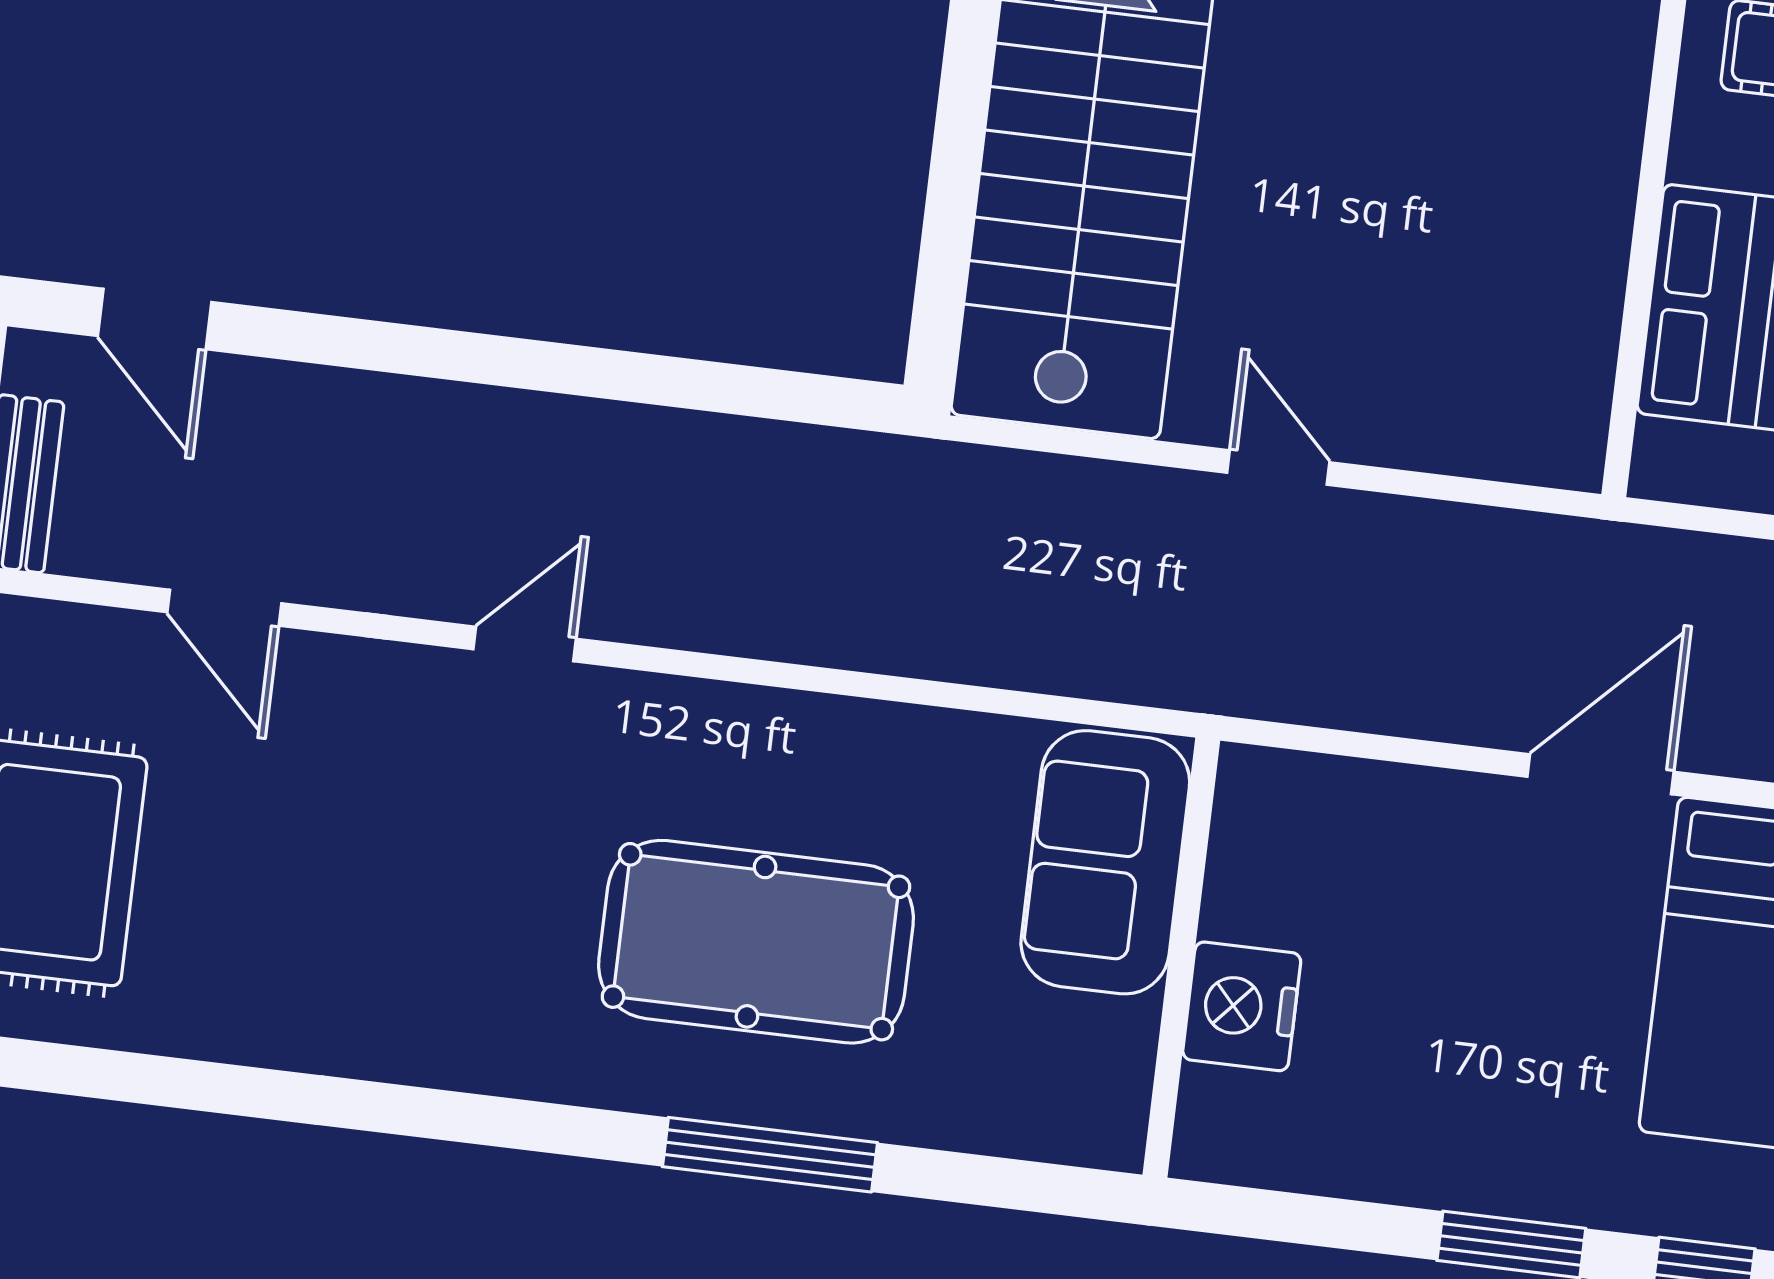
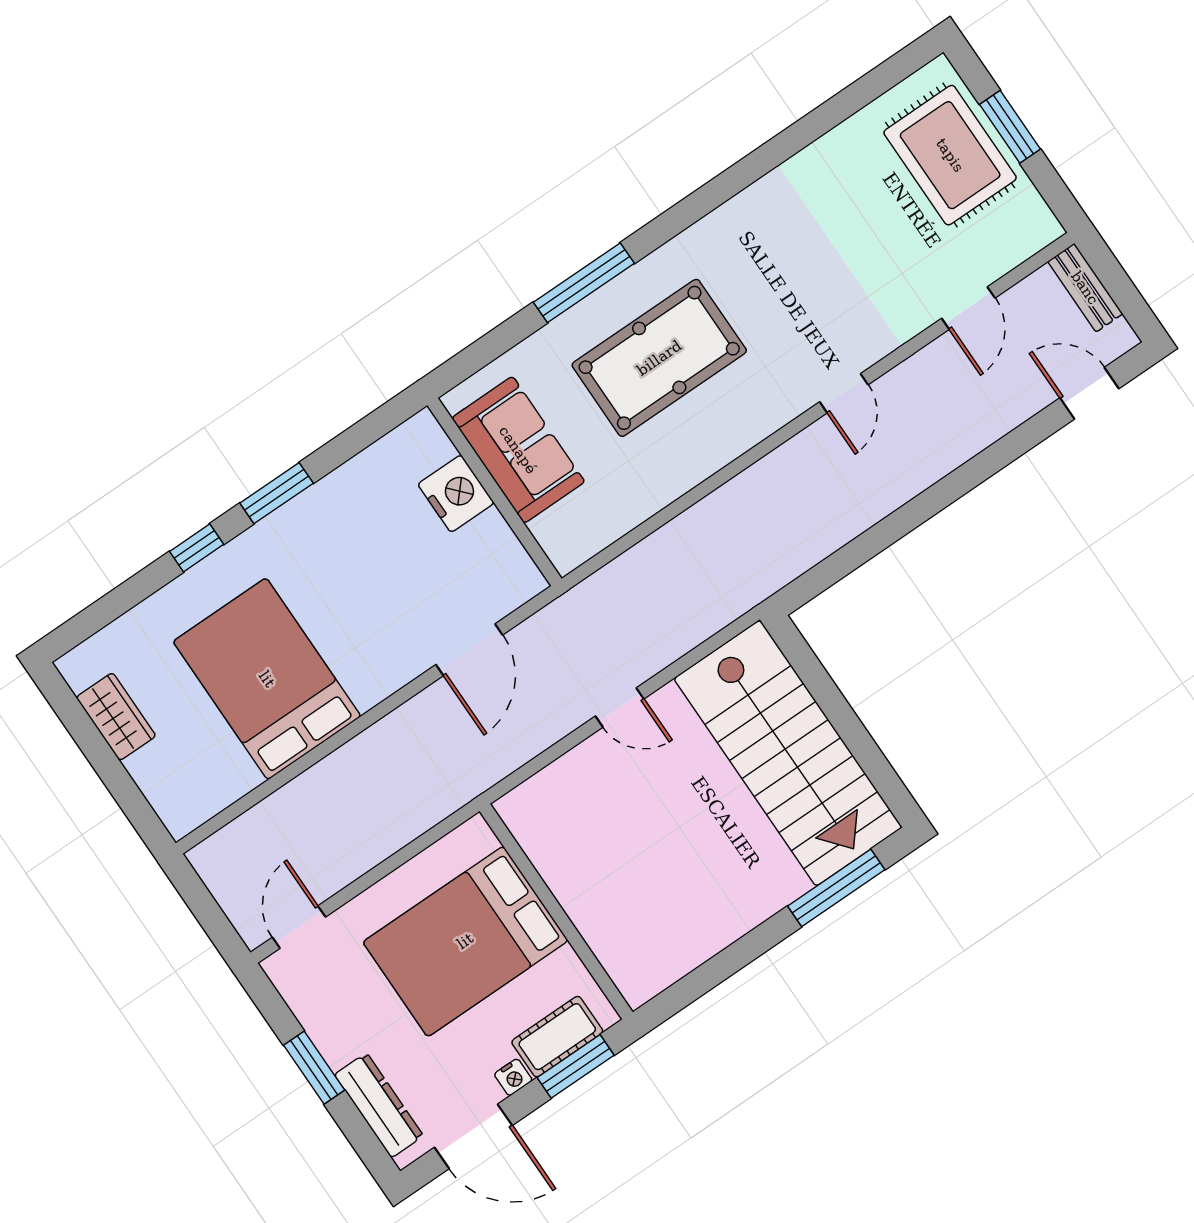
door: (224, 608) -> (968, 308), swing flipped
door: (1601, 774) -> (469, 650), moved
sofa: (1105, 862) -> (518, 450), moved

